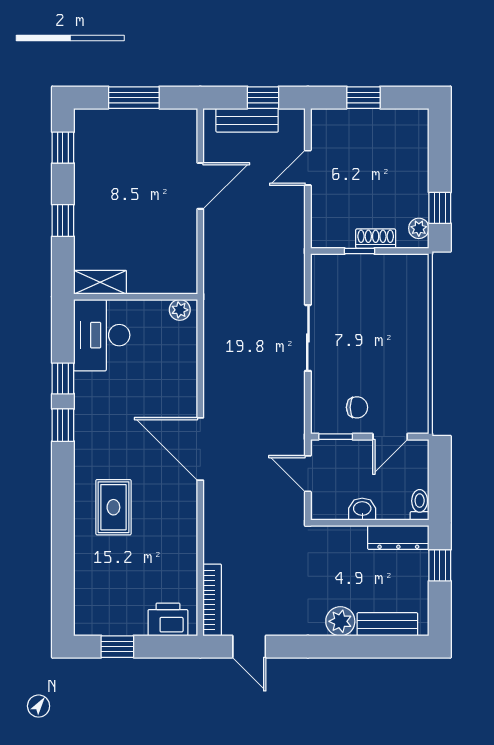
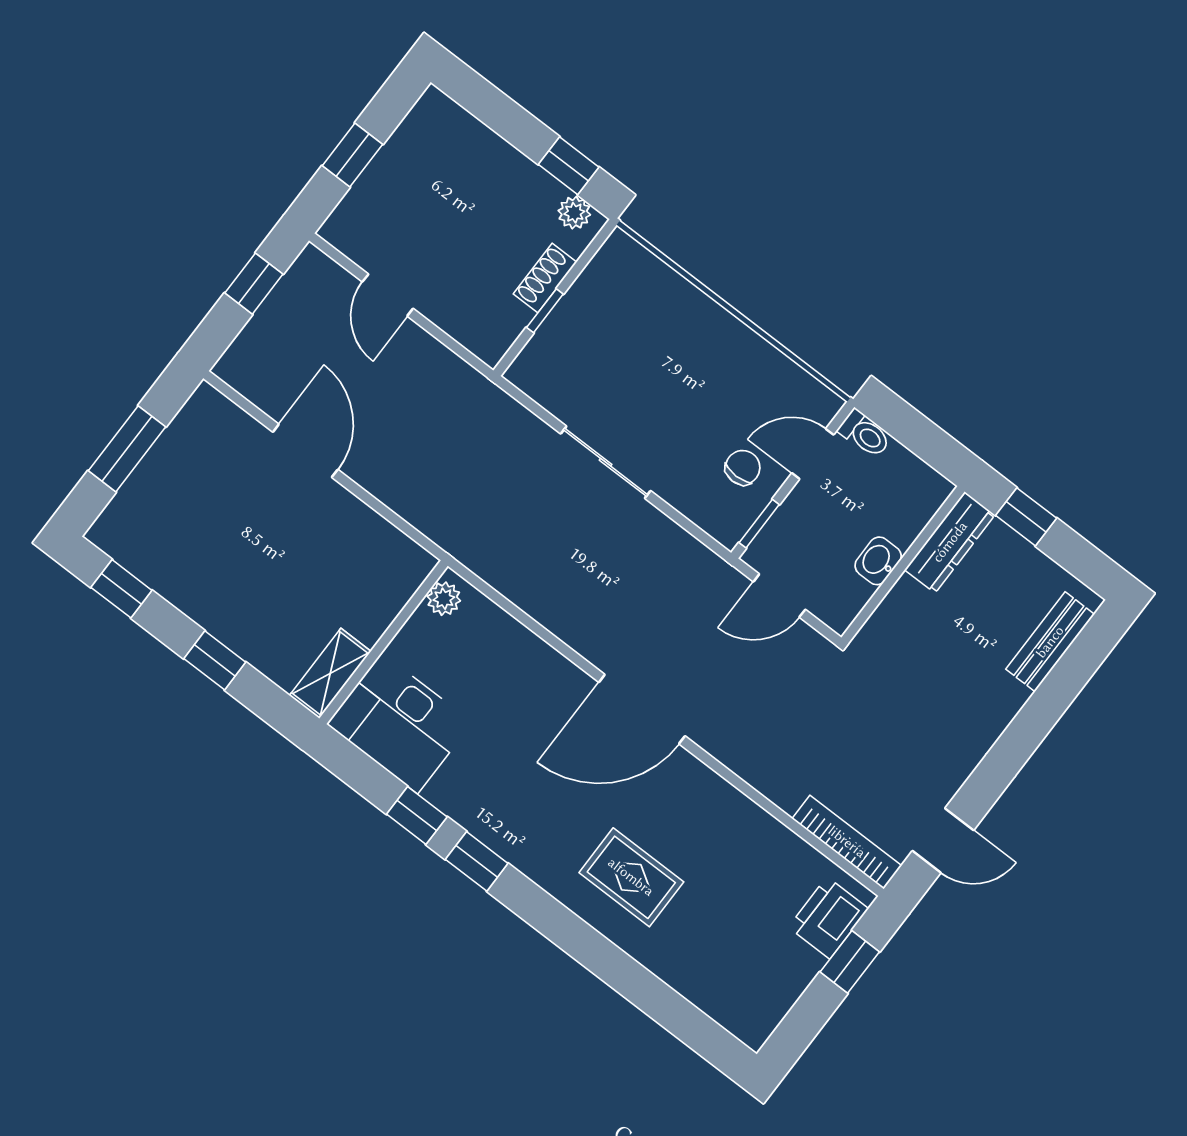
bench: (247, 120) -> (267, 326), removed
door: (390, 437) -> (813, 454), swing flipped
toilet: (420, 505) -> (865, 434), moved, turned 180
plant: (340, 621) -> (1000, 699), removed
window: (117, 647) -> (850, 962), moved

